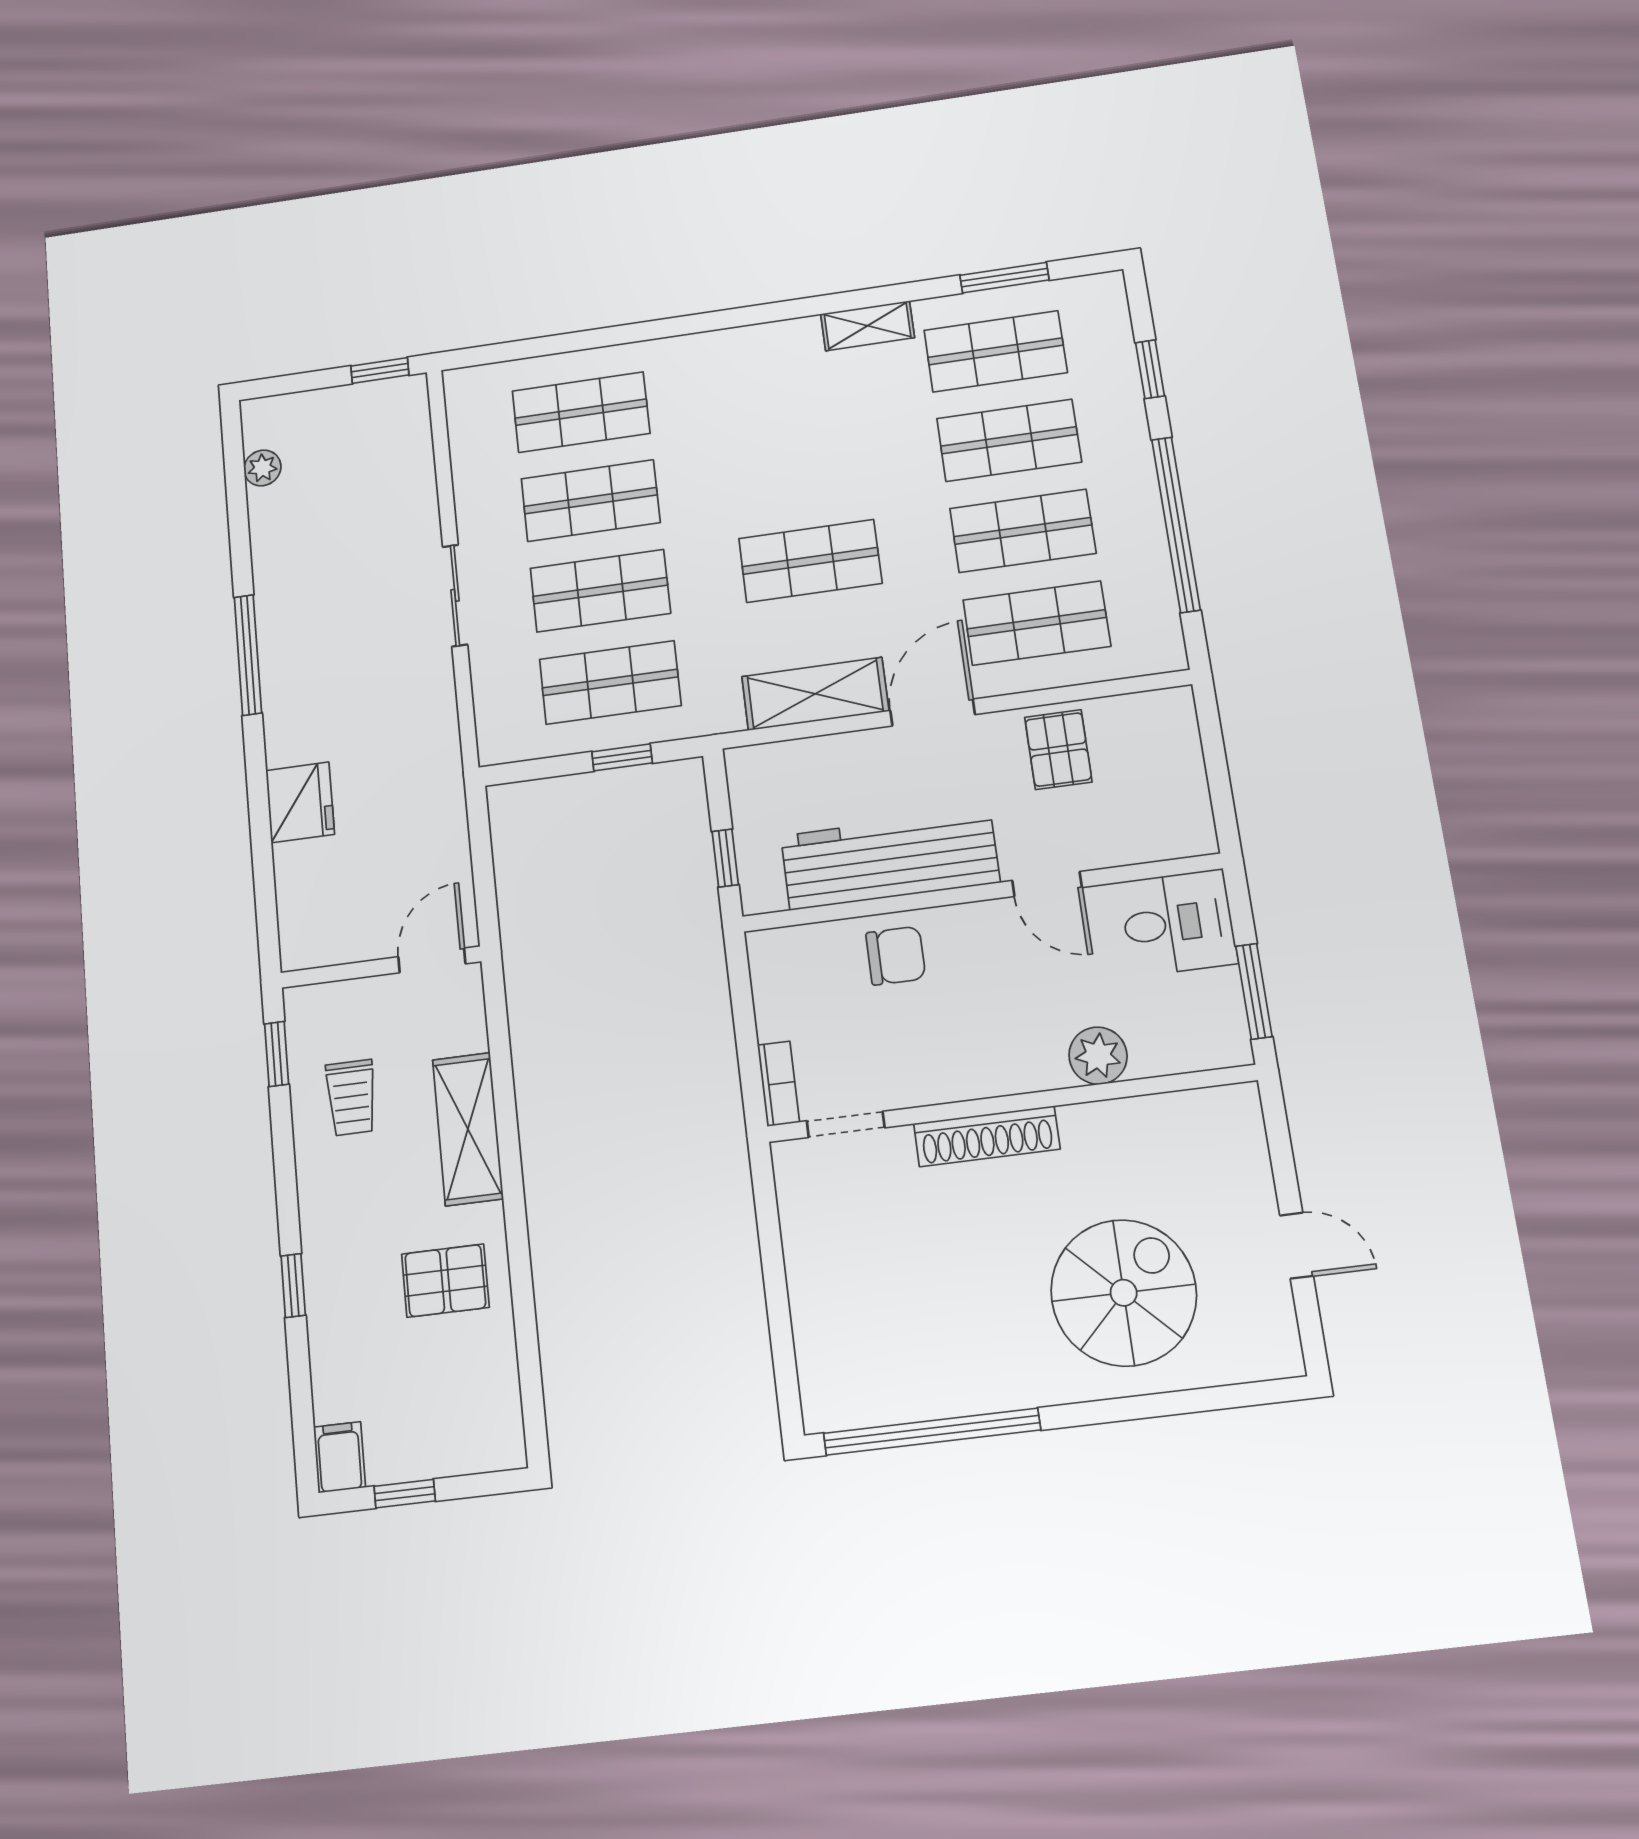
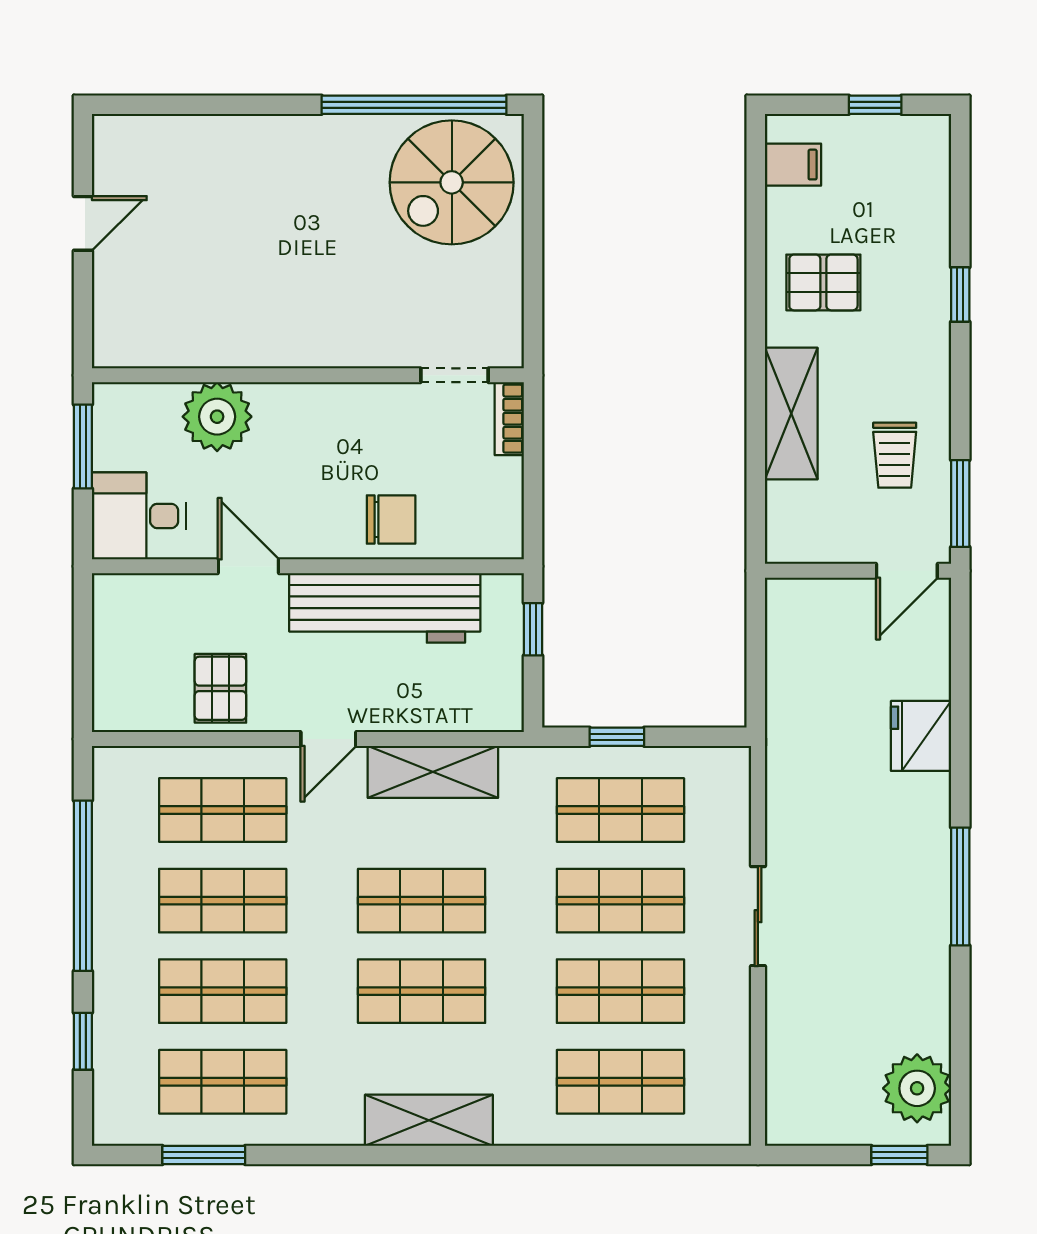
shelving: (867, 326) -> (429, 1120), moved, width x1.50, depth x1.33
window: (380, 370) -> (899, 1155), moved
plant: (262, 468) -> (917, 1088), width x1.87, depth x1.87
shop shelf: (799, 471) -> (422, 991), added
door: (933, 712) -> (328, 739), width x0.73
chair: (896, 956) -> (391, 520), turned 180
door: (432, 960) -> (907, 571), moved
window: (277, 1054) -> (960, 504), width x1.50
plant: (1098, 1056) -> (217, 417), width x1.36, depth x1.36
trolley: (351, 1098) -> (895, 455), turned 180
shoe rack: (987, 1136) -> (333, 349), removed
door: (1297, 1246) -> (83, 223), swing flipped
spiral stairs: (1124, 1293) -> (452, 182), moved
filing cabinet: (340, 1457) -> (793, 165), moved, turned -90

